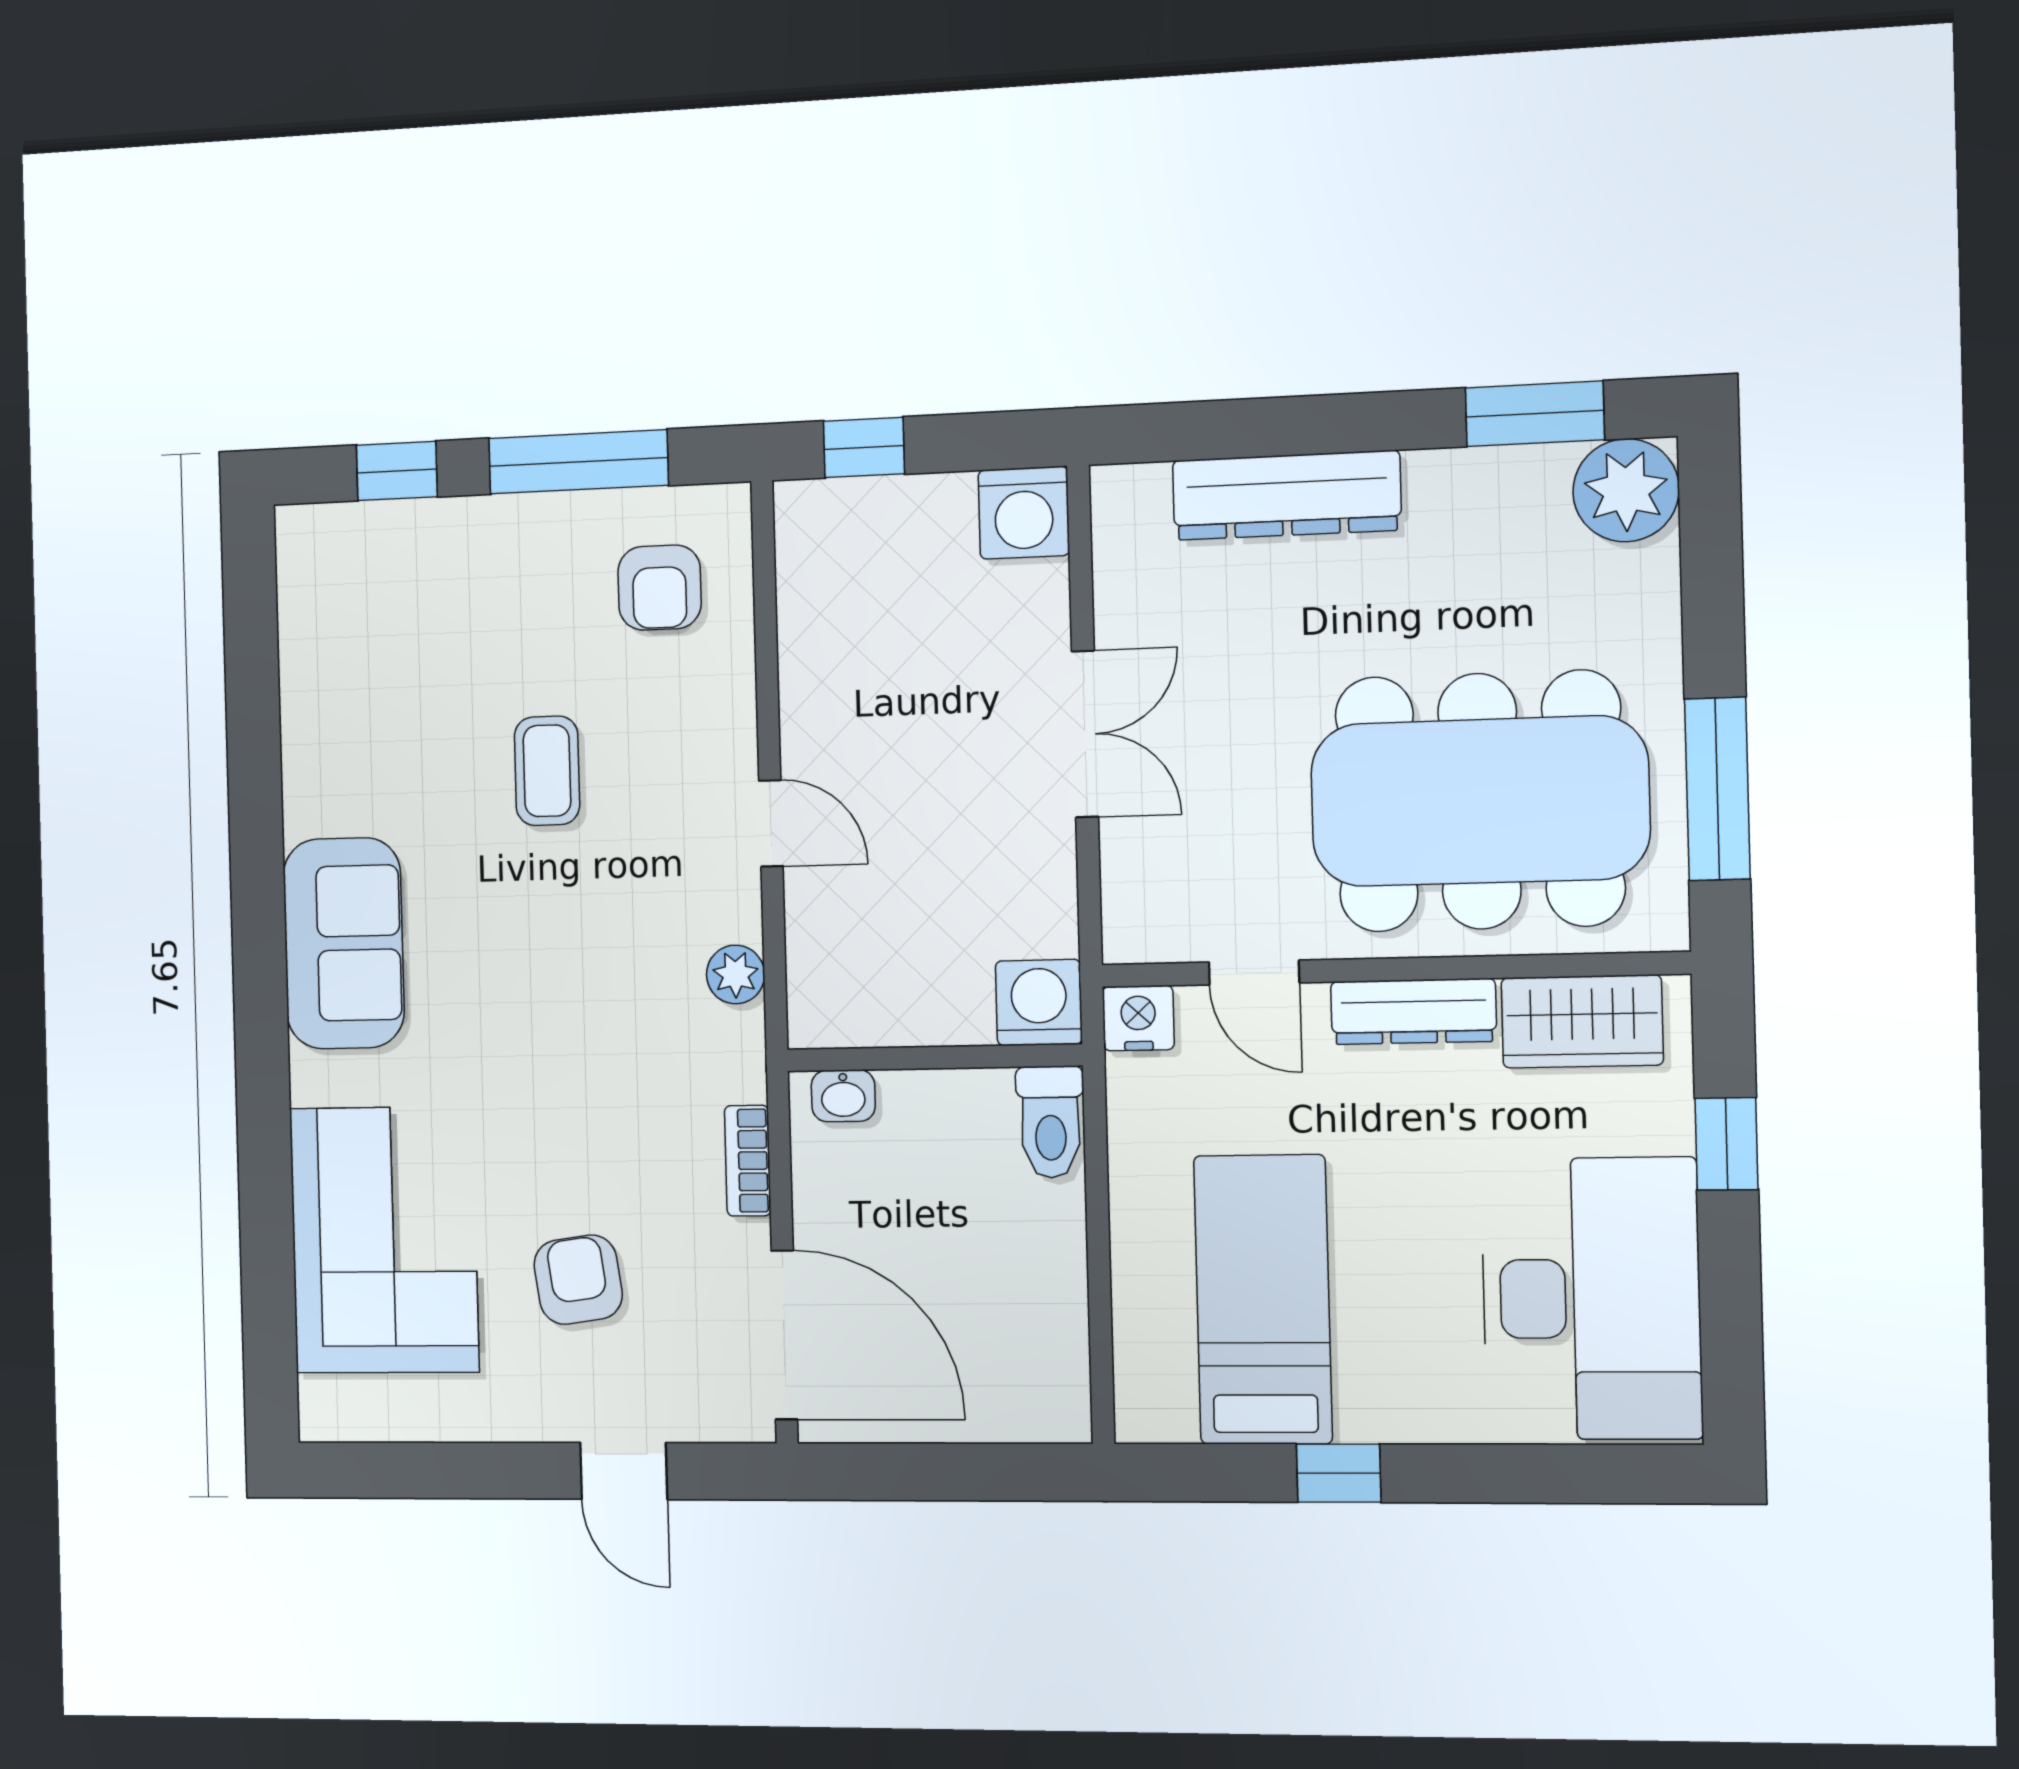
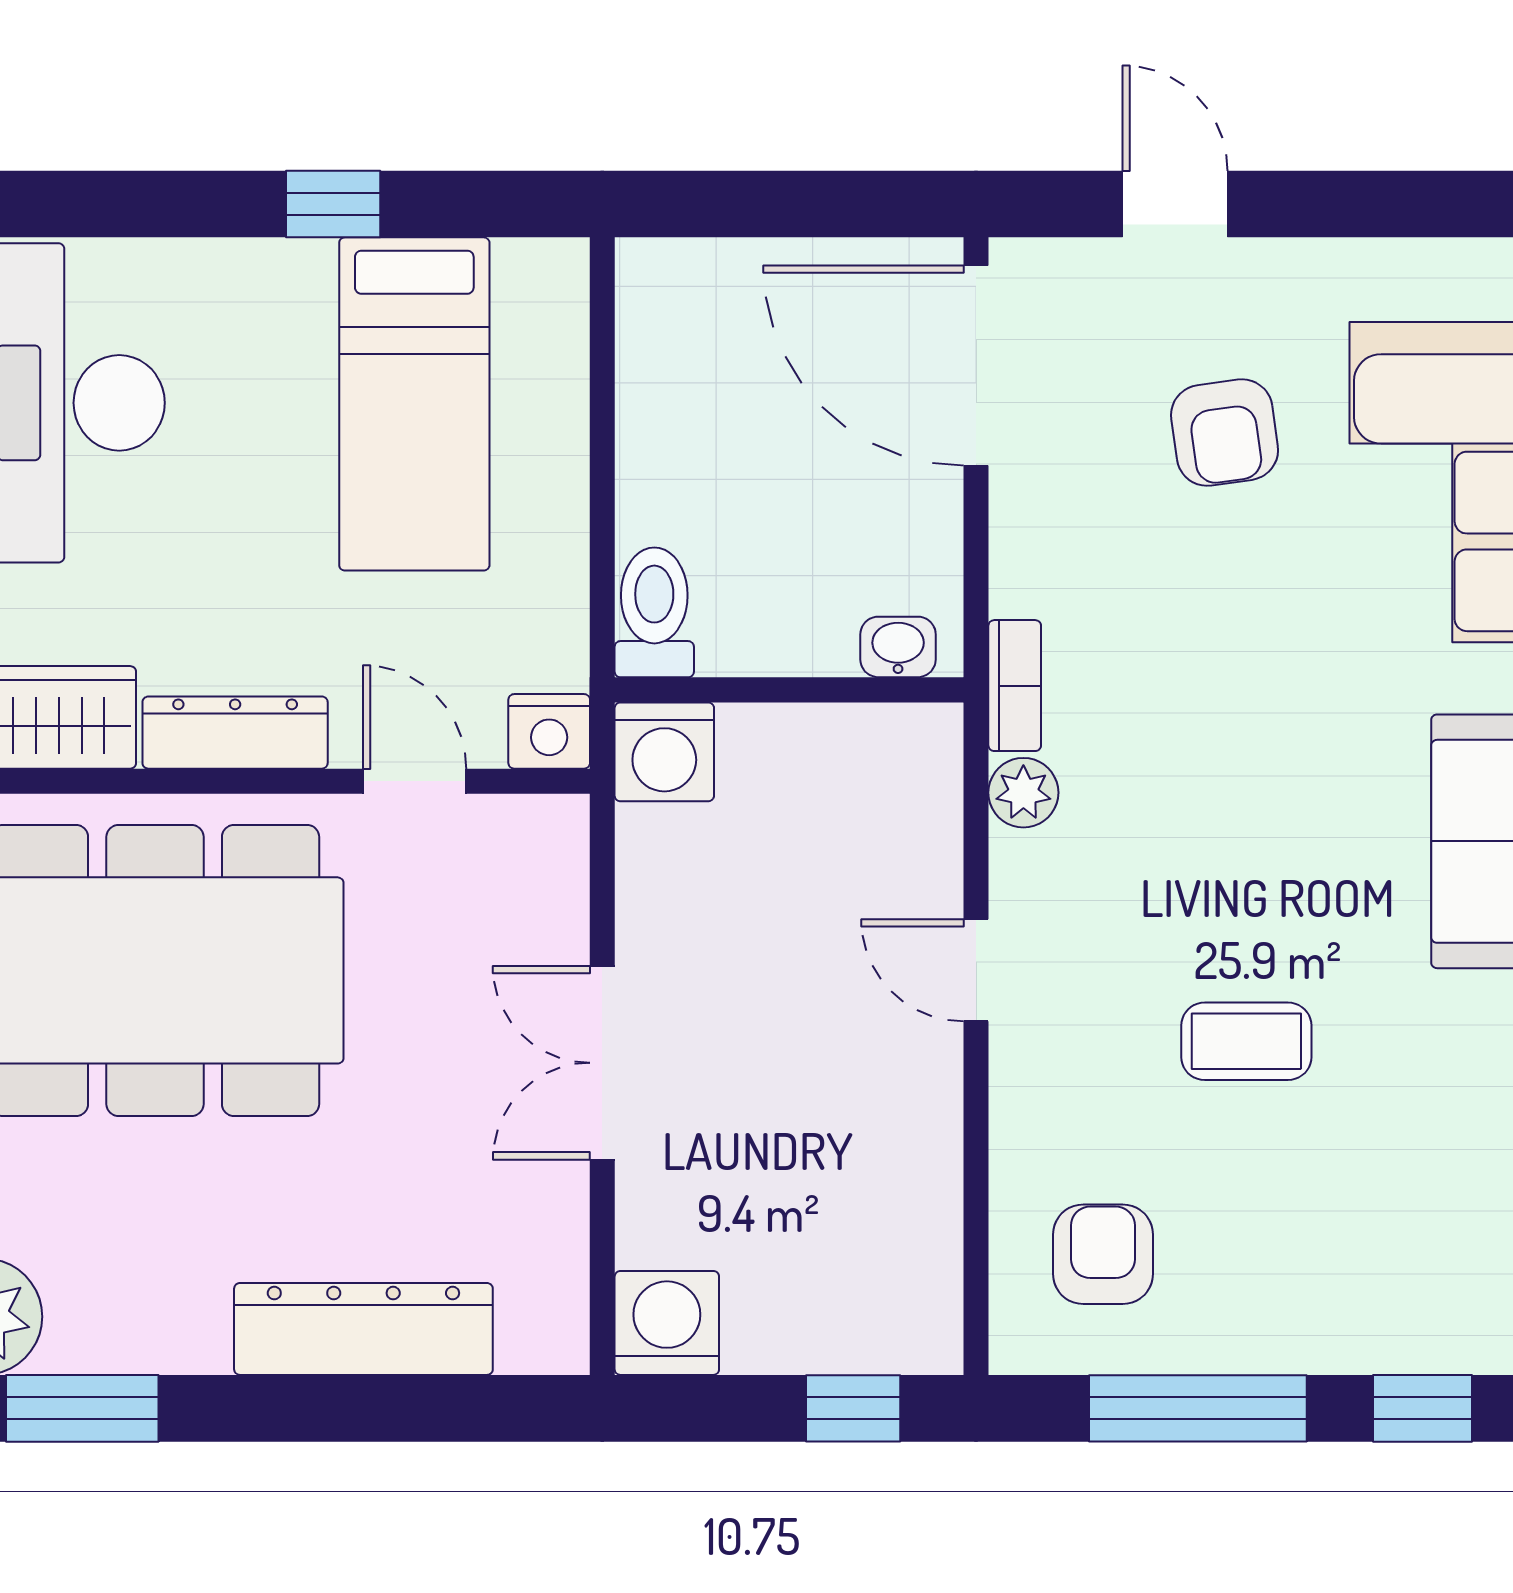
coffee table: (547, 771) -> (1246, 1041), turned 90
bookcase: (748, 1161) -> (1015, 686), moved

